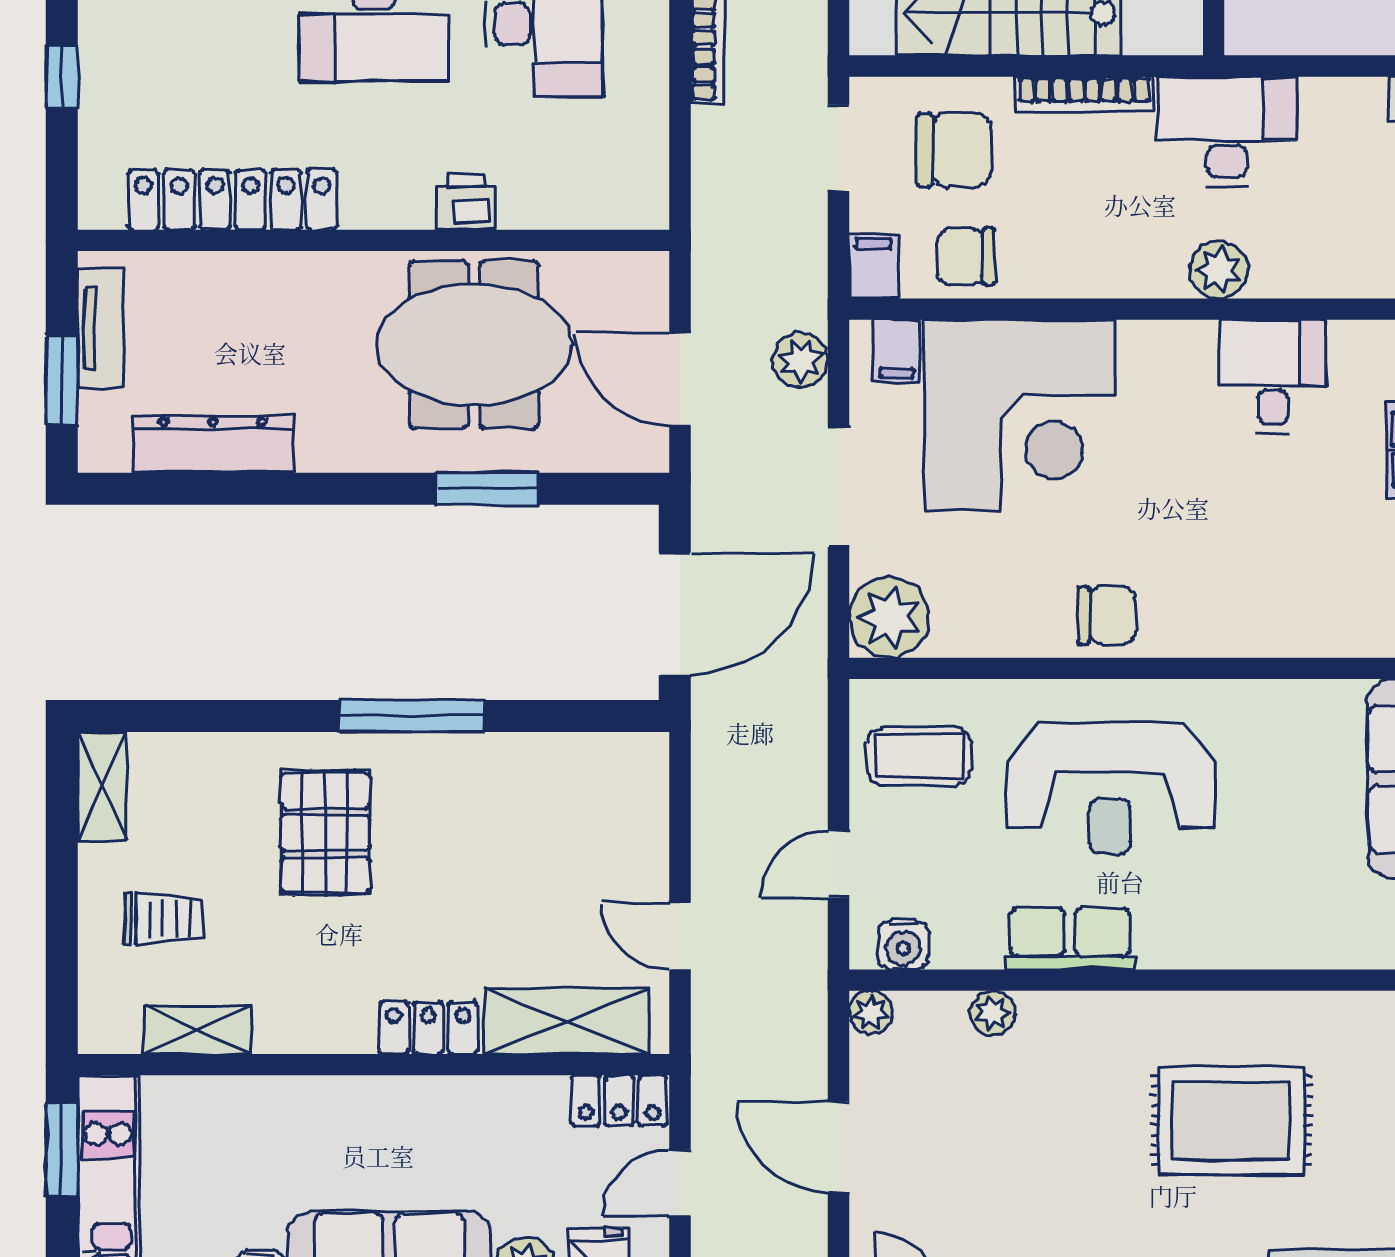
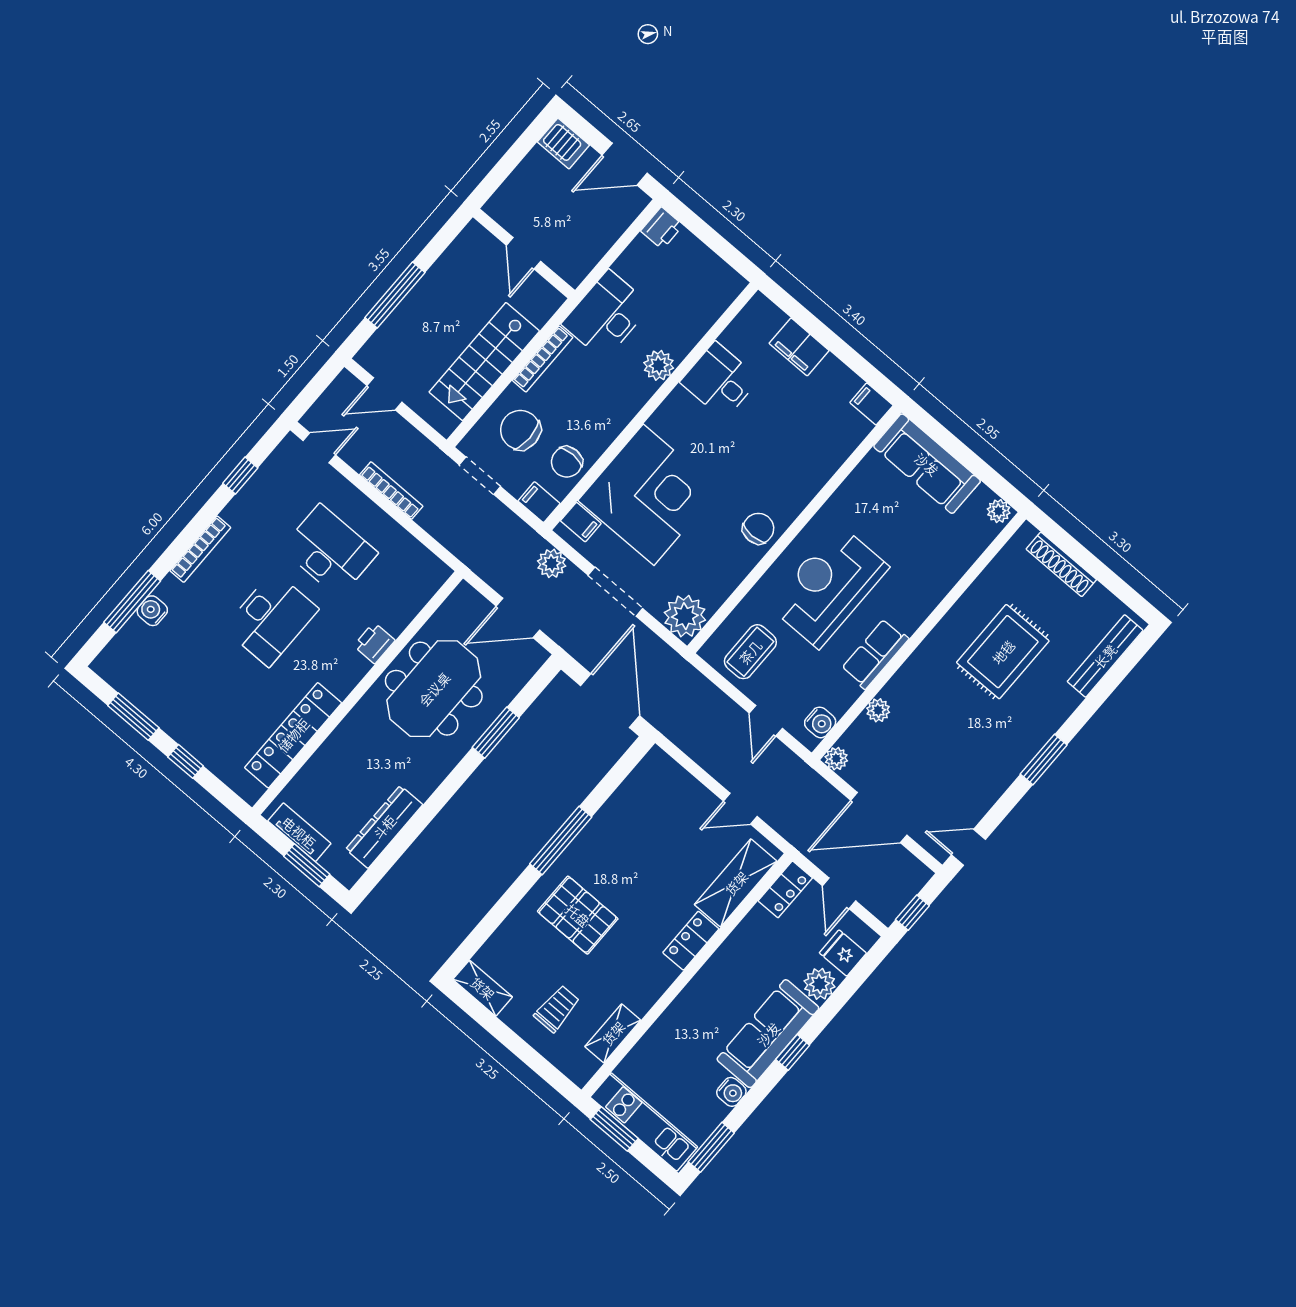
chair: (955, 150) -> (520, 430), turned -90
reception desk: (1110, 788) -> (829, 586), turned 180
door: (839, 1147) -> (879, 818), width x1.36

